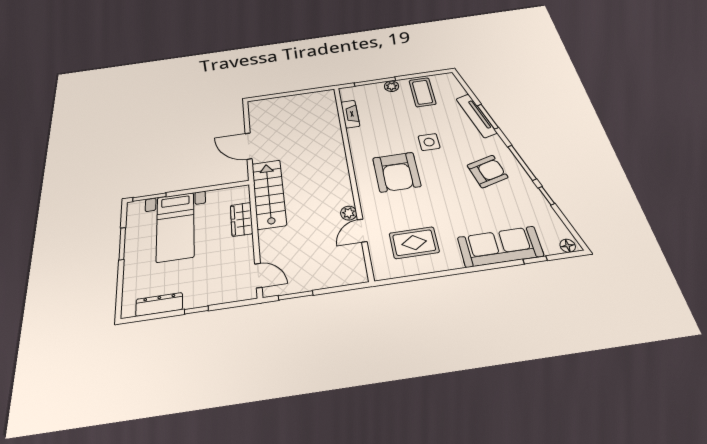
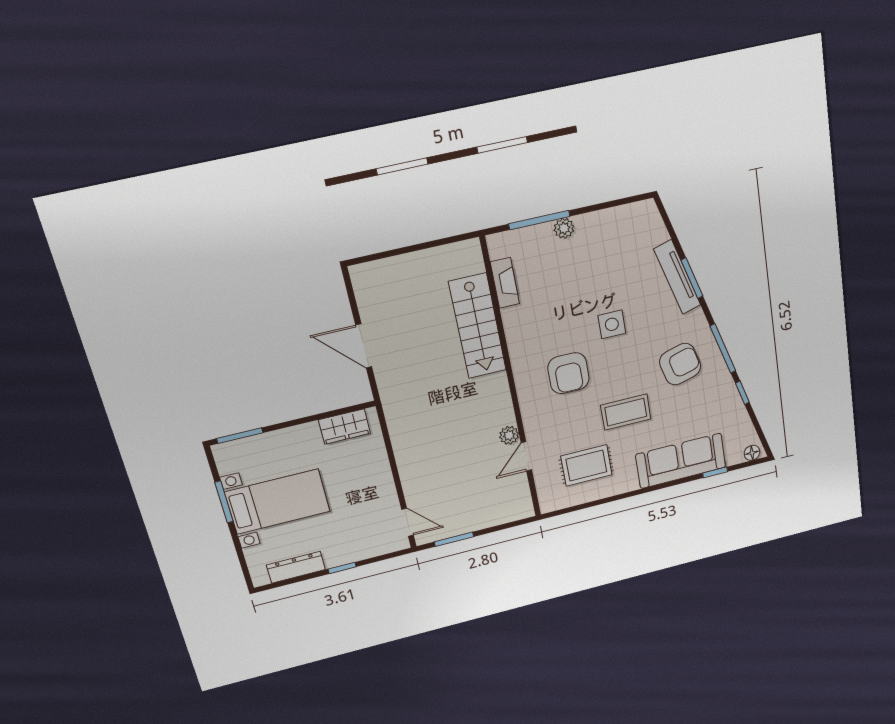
coffee table: (422, 92) -> (626, 412), moved, turned 90
armchair: (397, 172) -> (568, 373), width x0.73, depth x0.73
stairs: (269, 194) -> (478, 326), moved, turned 180
wardrobe: (242, 219) -> (344, 427), moved, turned -90
bed with nightstands: (175, 227) -> (278, 502), moved, turned -90

